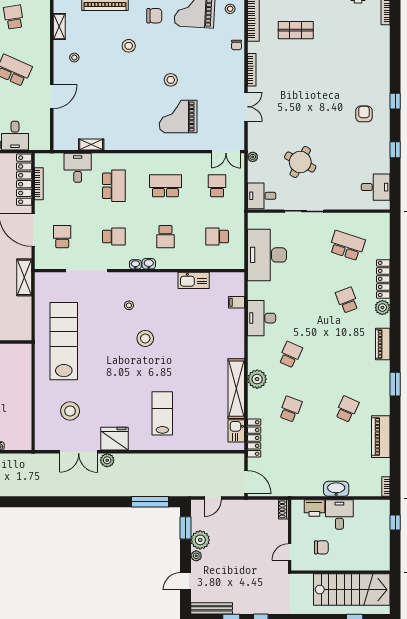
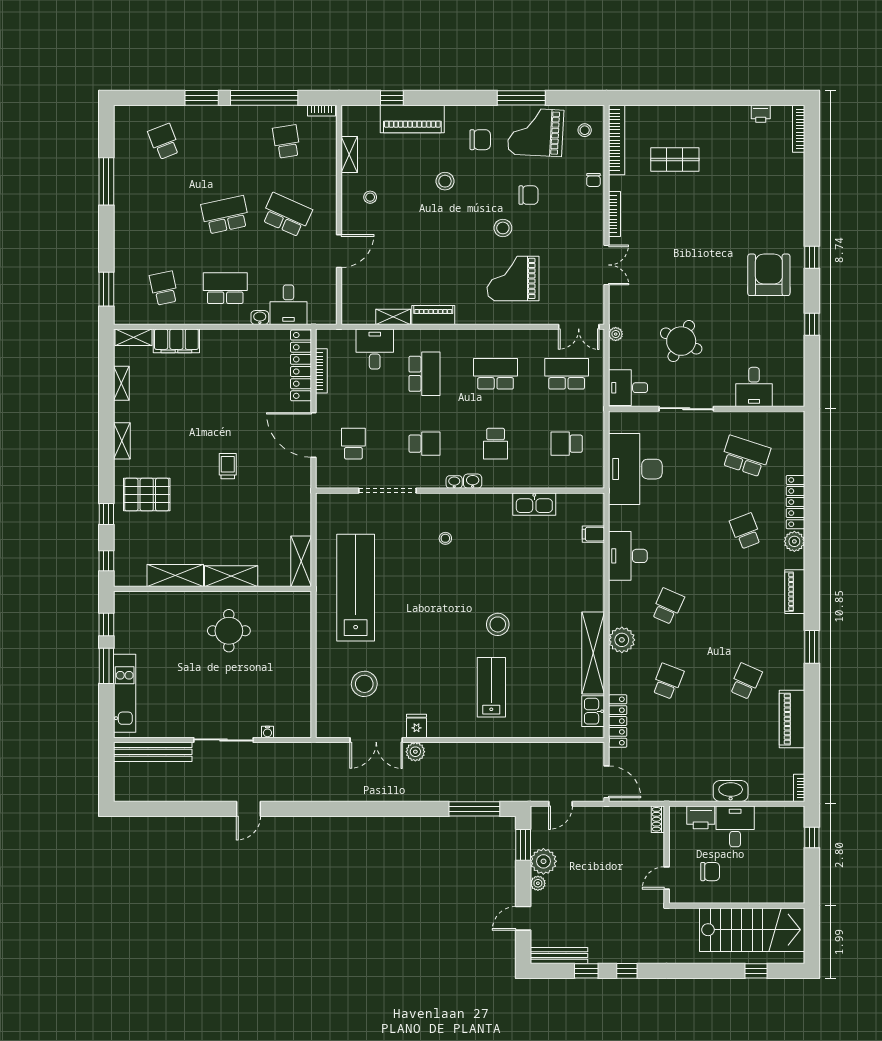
chair: (189, 56) -> (528, 195), added
armchair: (364, 114) -> (769, 275), width x1.88, depth x1.88
piano: (120, 143) -> (433, 315), added
school desk: (217, 186) -> (567, 374), width x1.85
desk: (376, 187) -> (754, 387), moved, turned 90
shelving: (24, 277) -> (301, 561), moved
stool: (145, 338) -> (498, 624), moved
fridge: (114, 439) -> (417, 726), width x0.53, depth x0.75

